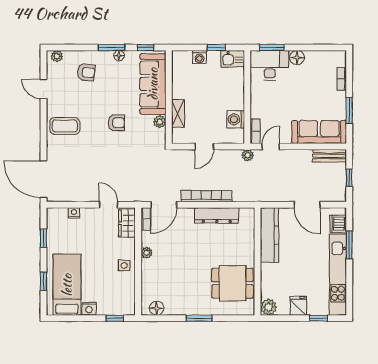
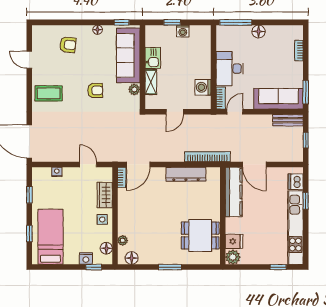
window: (112, 47) -> (91, 22), removed
window: (216, 47) -> (172, 22), moved
window: (272, 47) -> (236, 22), width x1.44
plant: (57, 56) -> (41, 30), removed
washing machine: (199, 57) -> (183, 31), moved
kitchen sink: (233, 59) -> (153, 58), moved, turned -90
desk: (270, 65) -> (230, 69), moved, turned -90
window: (349, 110) -> (306, 92), moved
plant: (248, 155) -> (214, 120), removed
bookcase: (206, 196) -> (207, 157), moved
door: (307, 205) -> (254, 164), moved
wardrobe: (127, 223) -> (105, 195), moved
window: (349, 245) -> (306, 201), width x0.67
plant: (147, 253) -> (123, 240), moved
floor lamp: (129, 297) -> (106, 248), added
fridge: (298, 306) -> (234, 241), moved, turned 90
nightstand: (89, 309) -> (86, 259), moved

